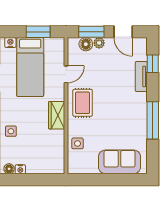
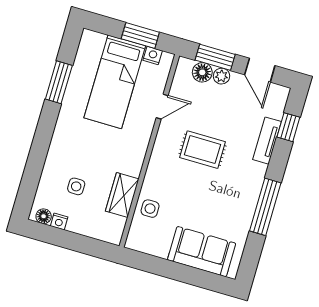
nightstand: (10, 43) -> (153, 55), moved
rug: (83, 103) -> (202, 150), moved, turned 90
wardrobe: (57, 115) -> (122, 195), moved
side table: (11, 131) -> (76, 186), moved

